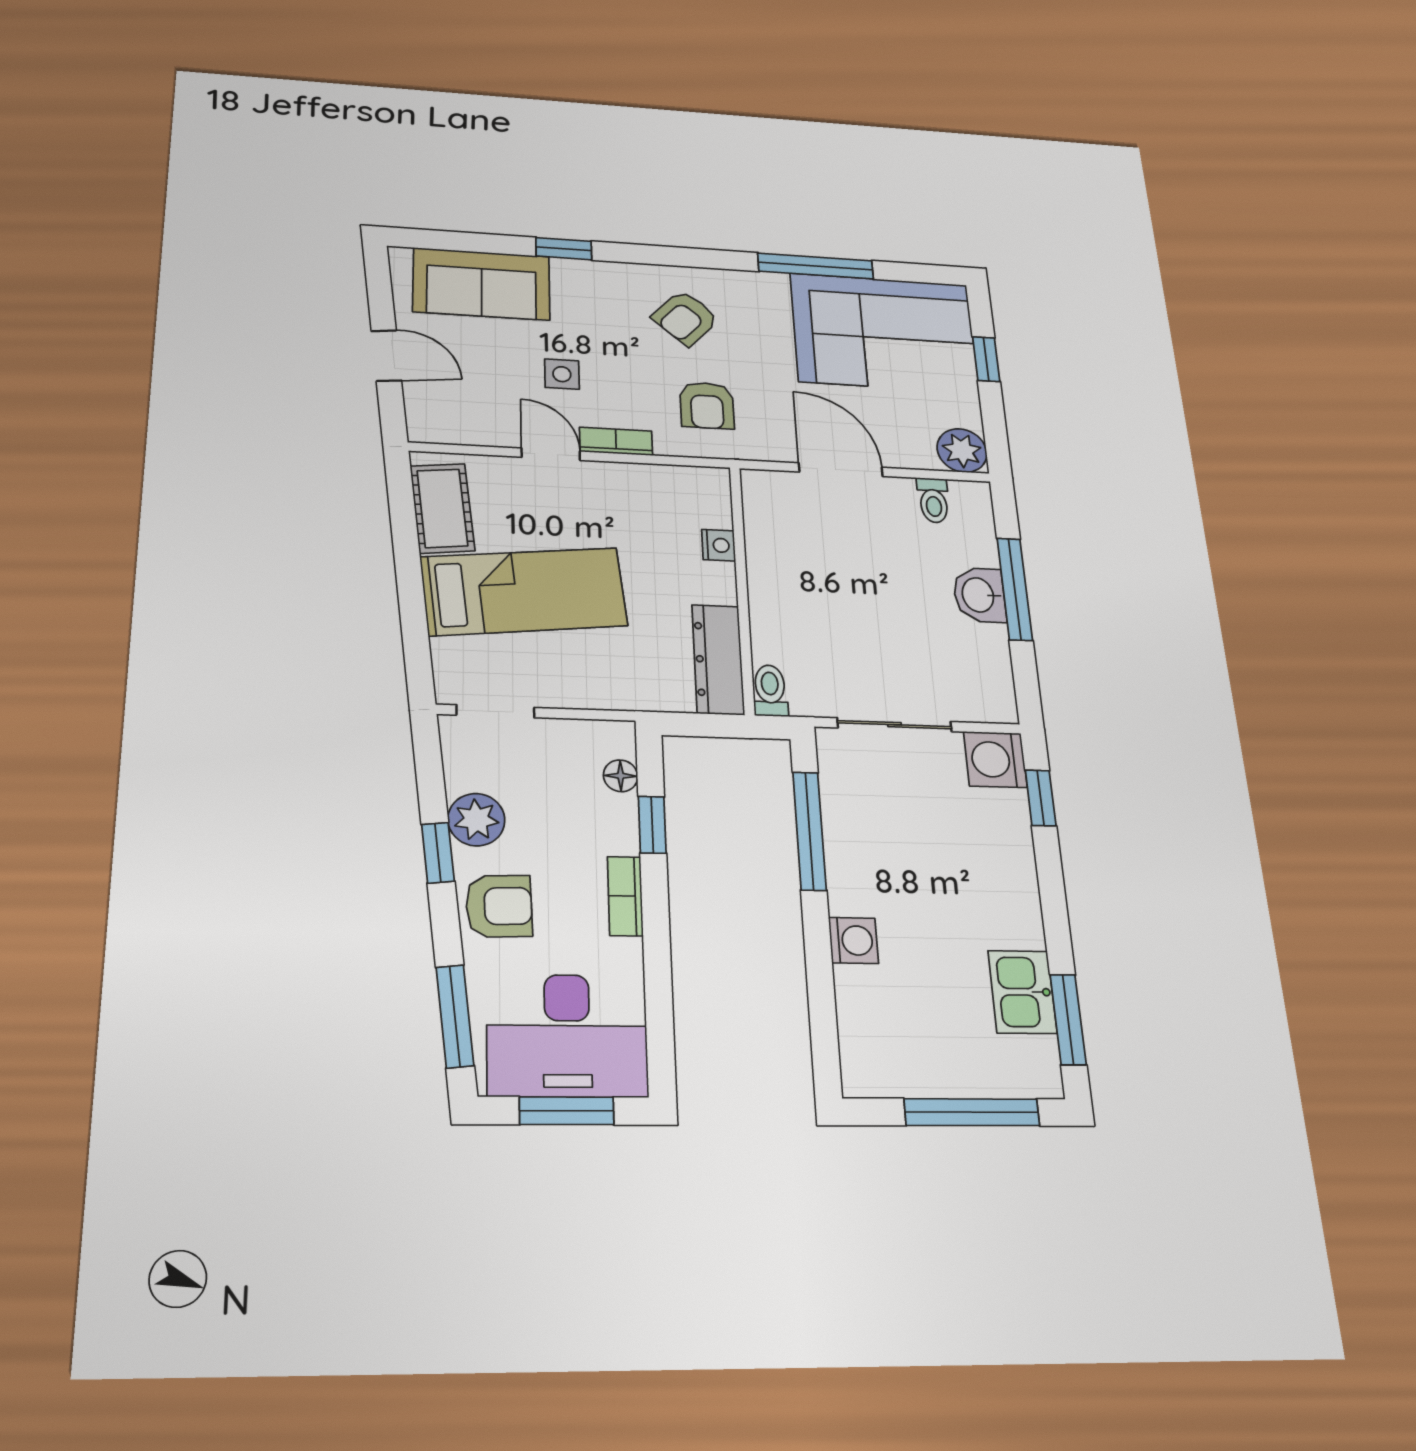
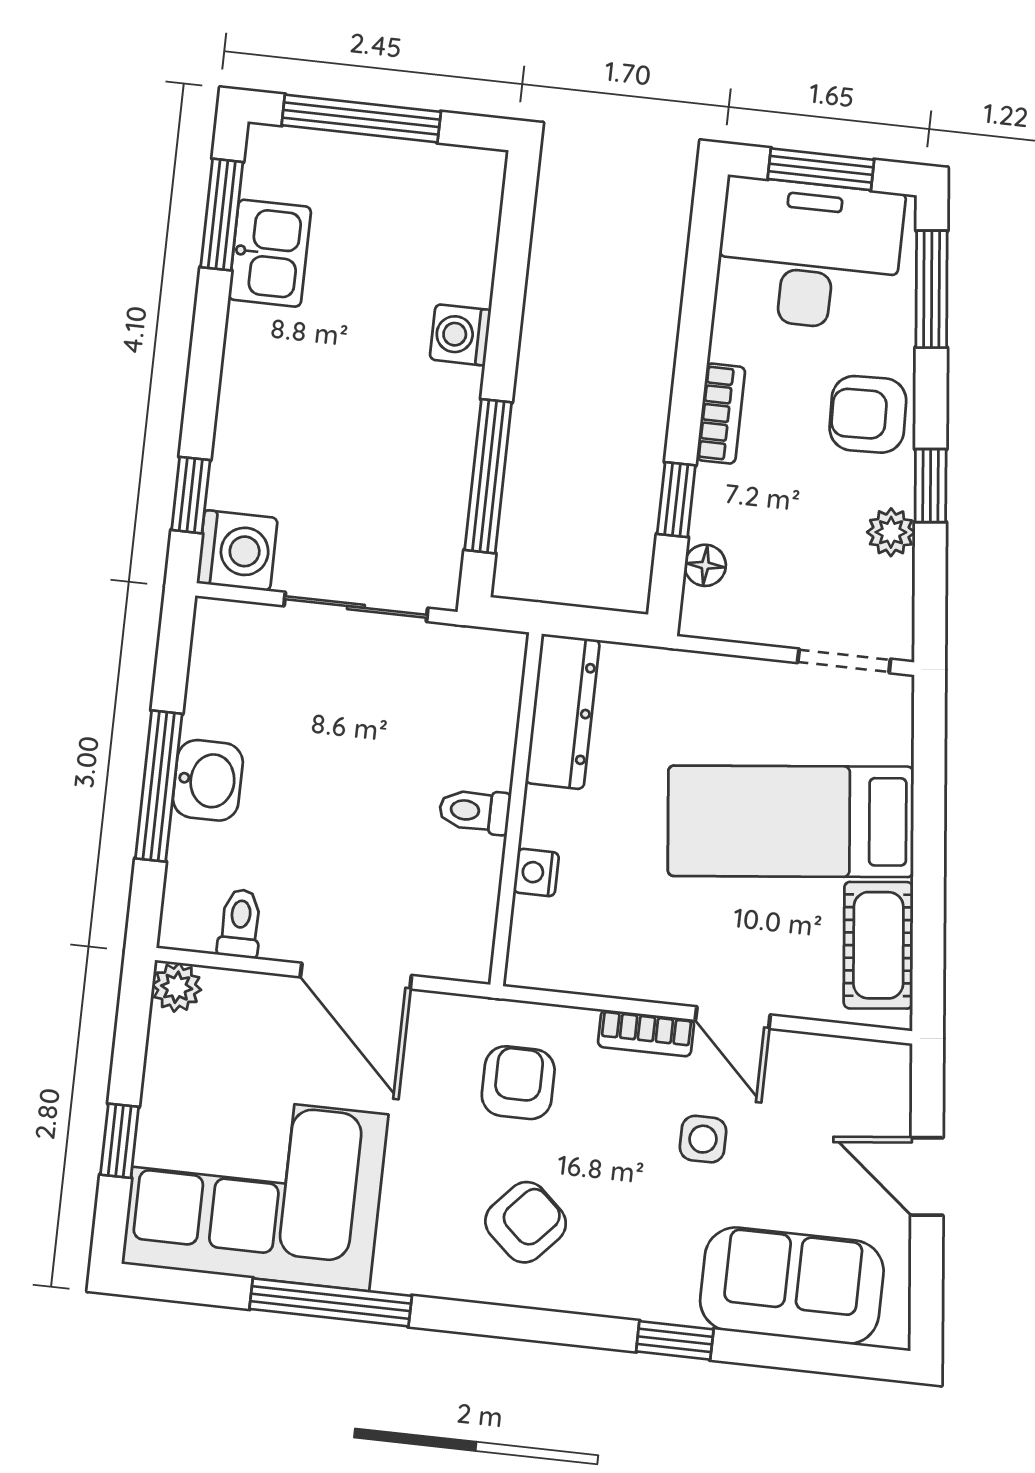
plant: (962, 450) -> (177, 987), width x0.73, depth x0.73
toilet: (770, 691) -> (475, 811), moved, turned 90
plant: (476, 820) -> (891, 532), width x0.73, depth x0.73

